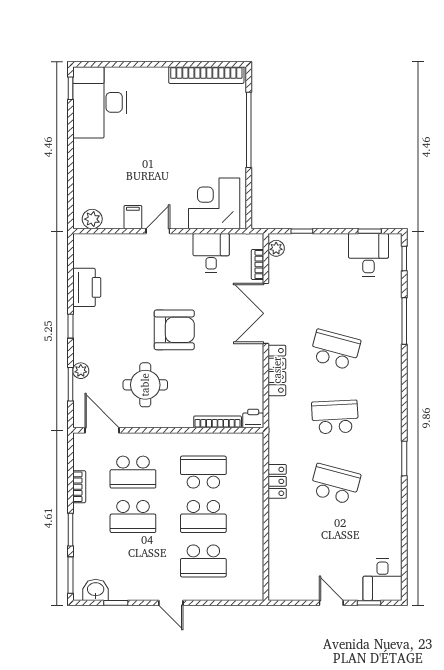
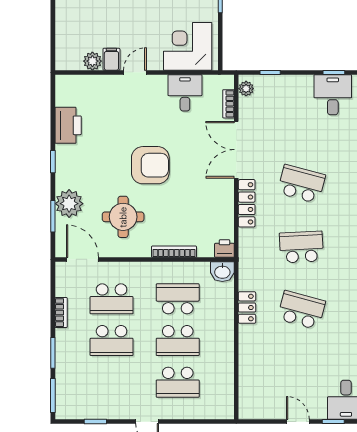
plant: (92, 219) -> (92, 61), moved
plant: (81, 371) -> (69, 204), width x1.87, depth x1.87
bookcase: (218, 422) -> (174, 252), moved
washbasin: (96, 590) -> (222, 272), moved, turned 180

